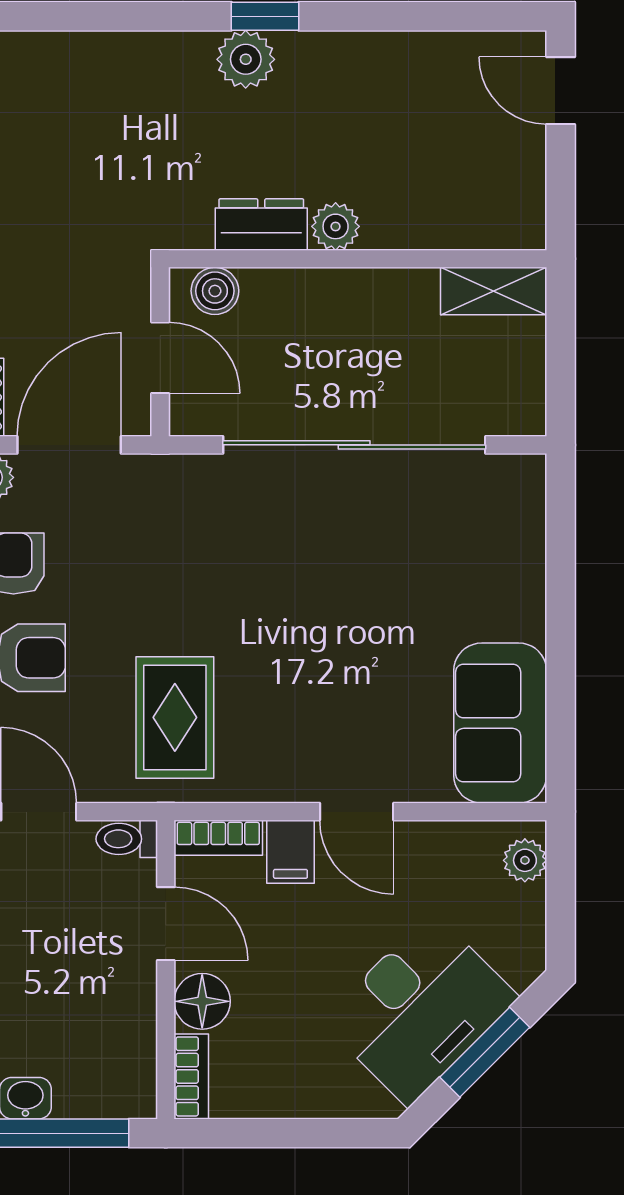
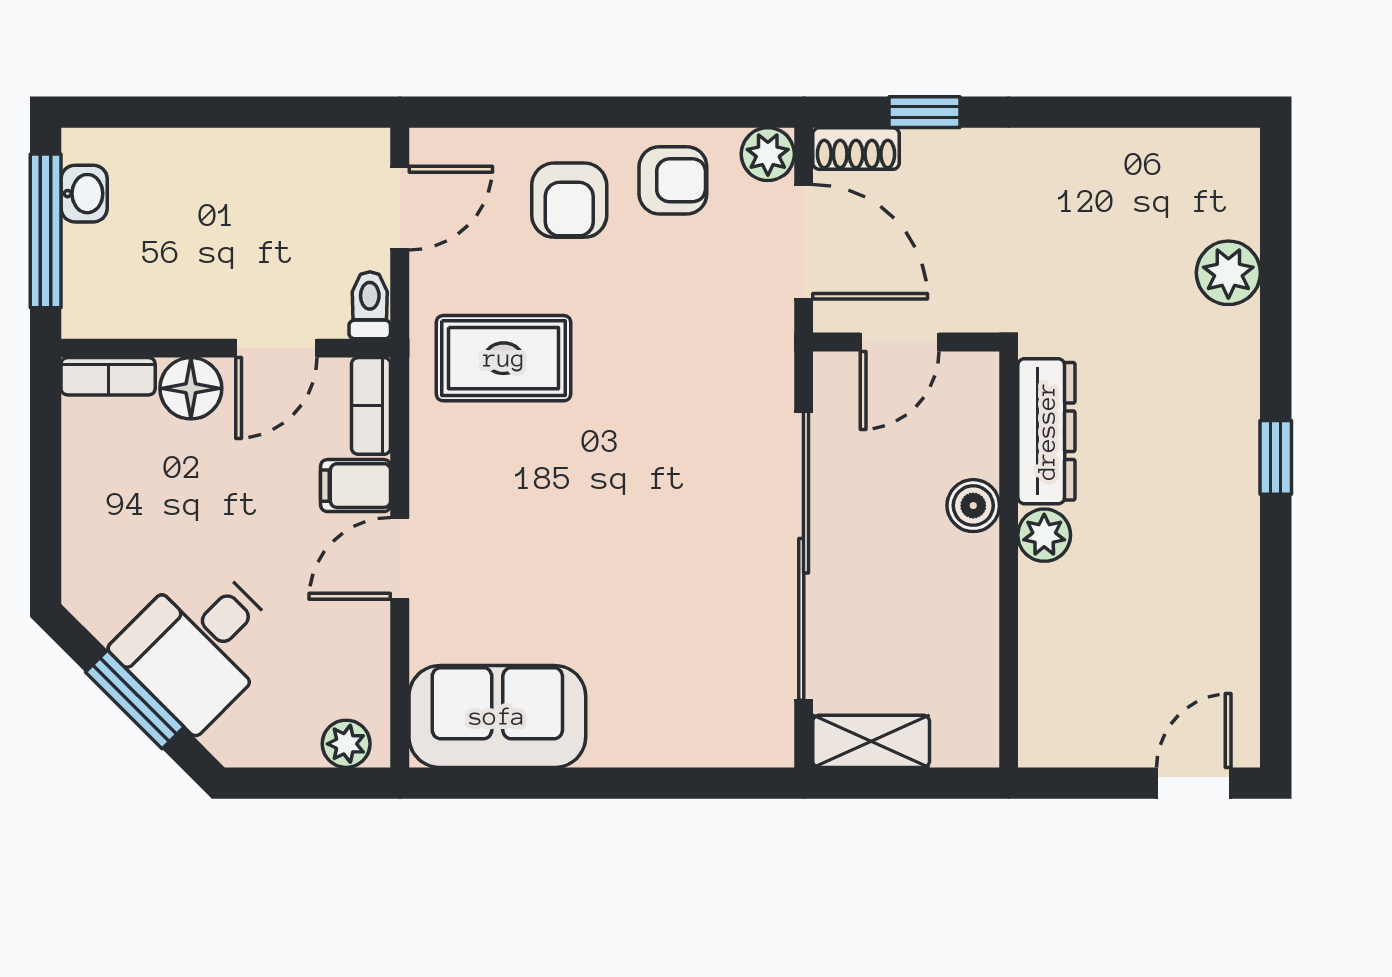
plant: (246, 59) -> (1228, 273), moved
dresser: (261, 225) -> (1046, 431), width x1.44
boiler: (215, 291) -> (973, 506), moved
shelving: (494, 291) -> (871, 741), moved, turned 90
desk: (420, 1009) -> (199, 645), width x0.73

